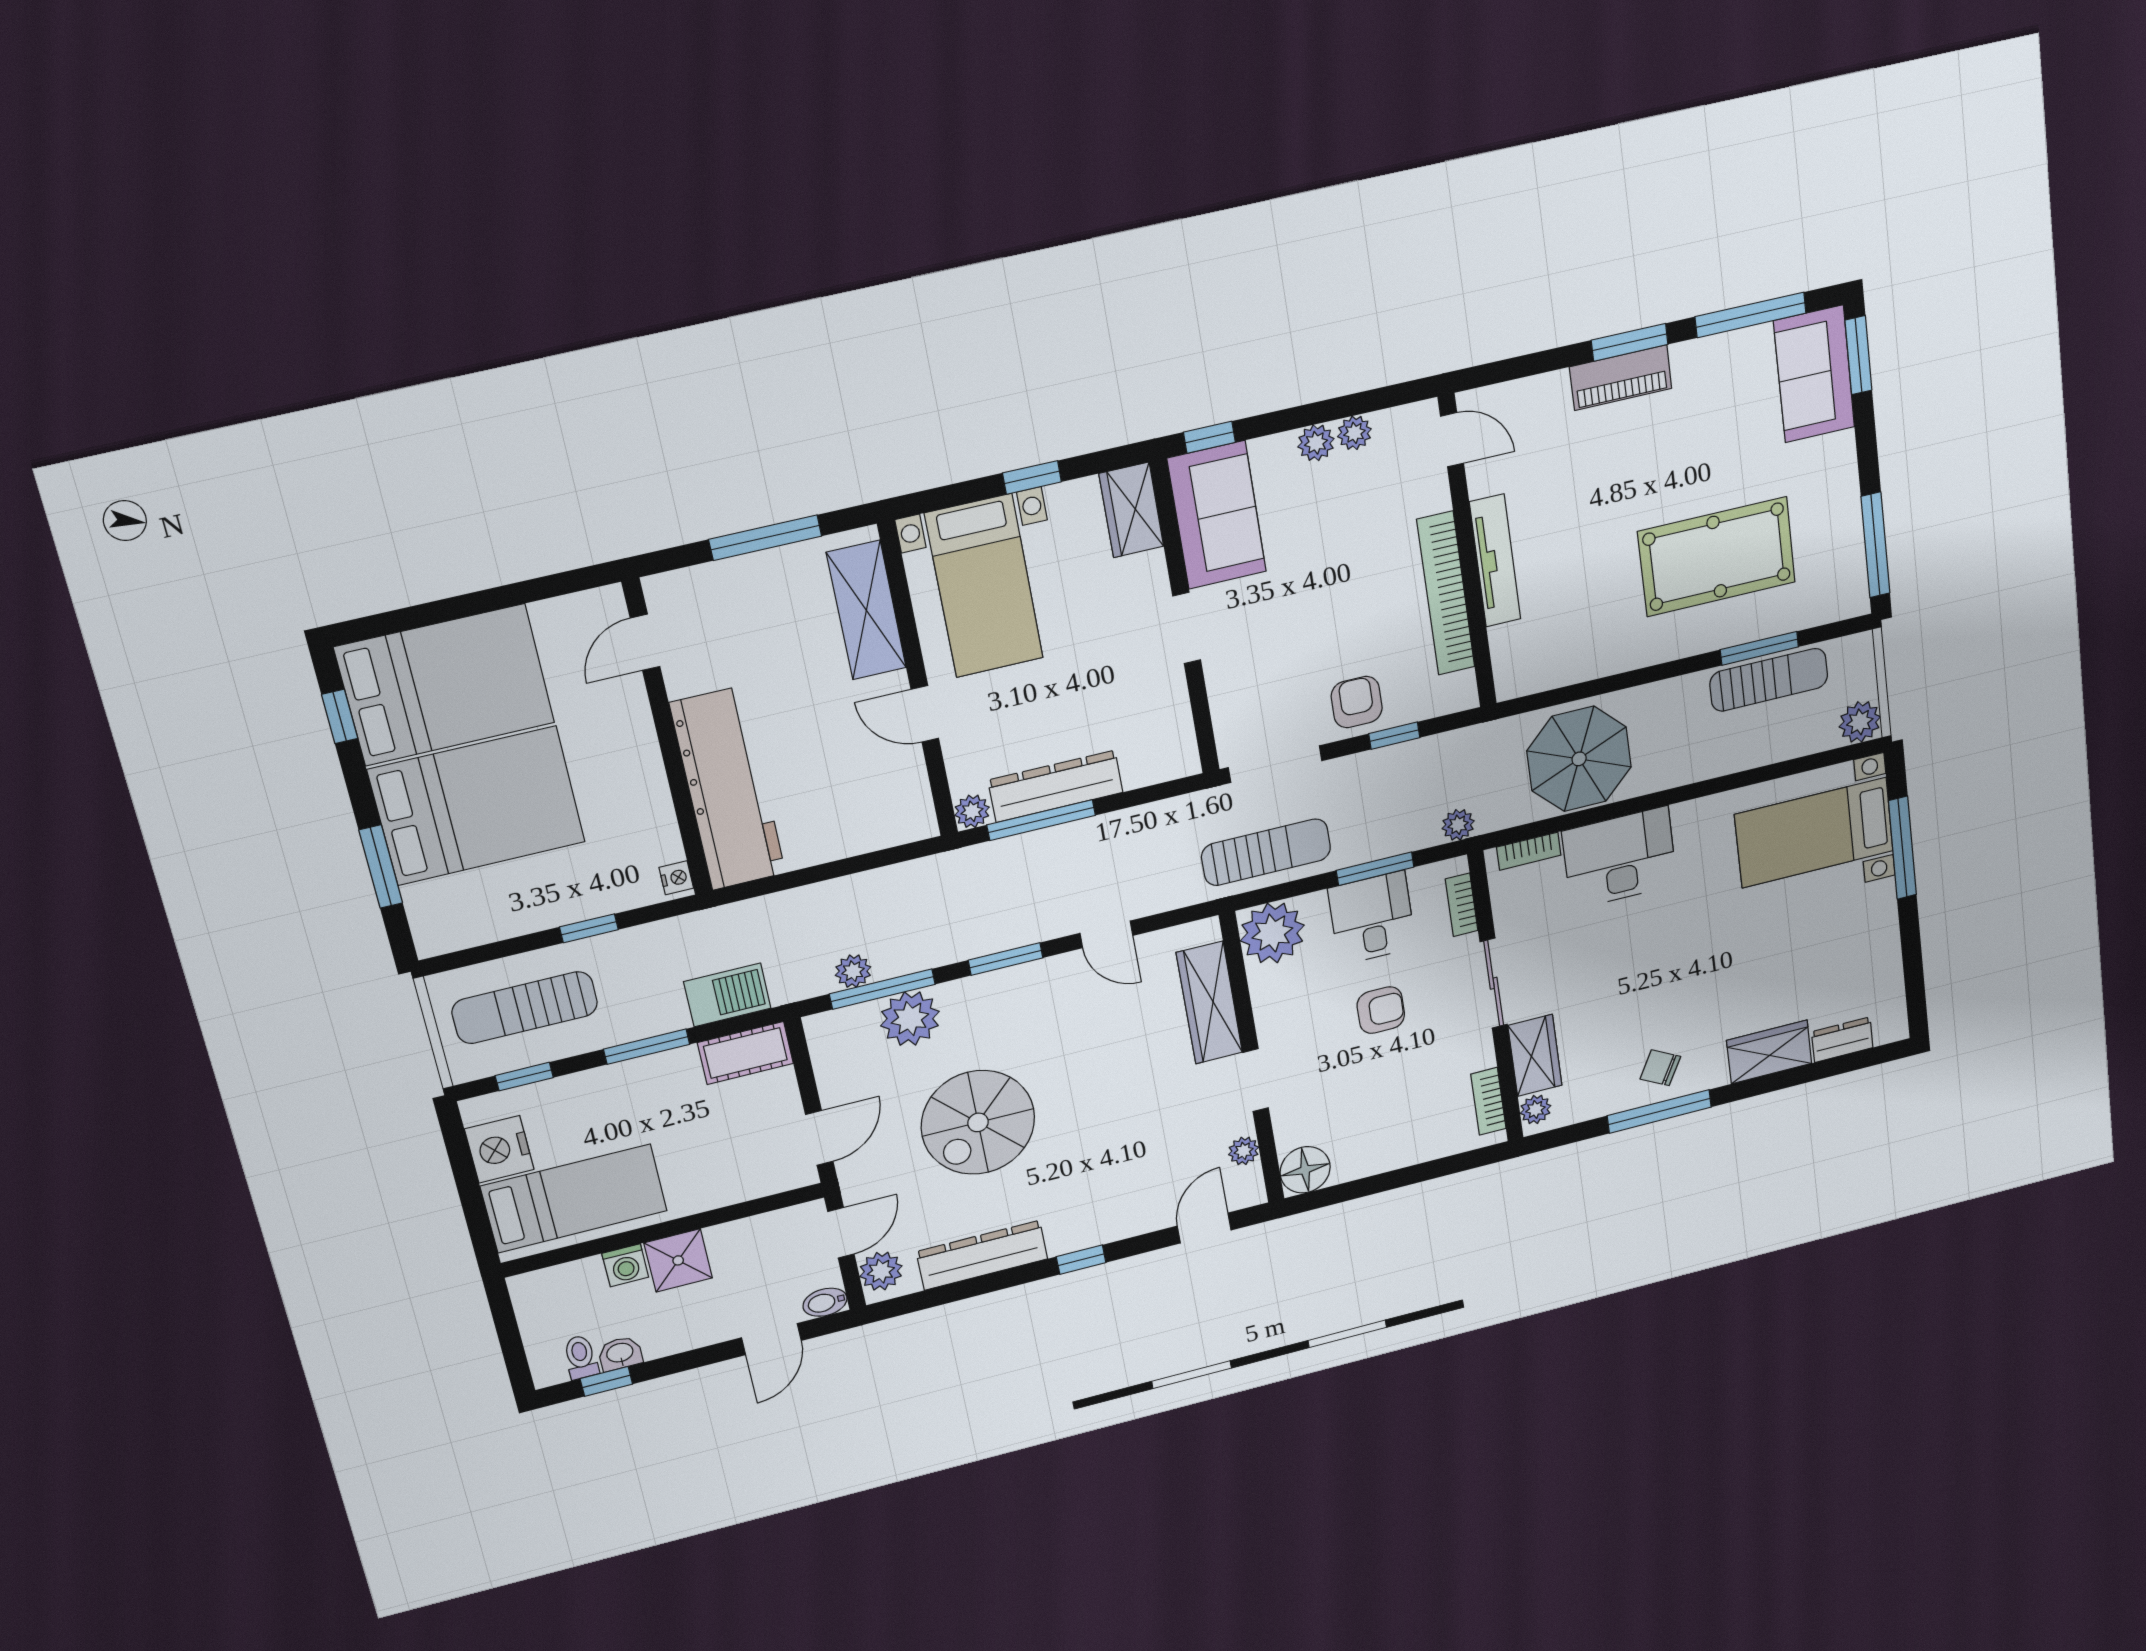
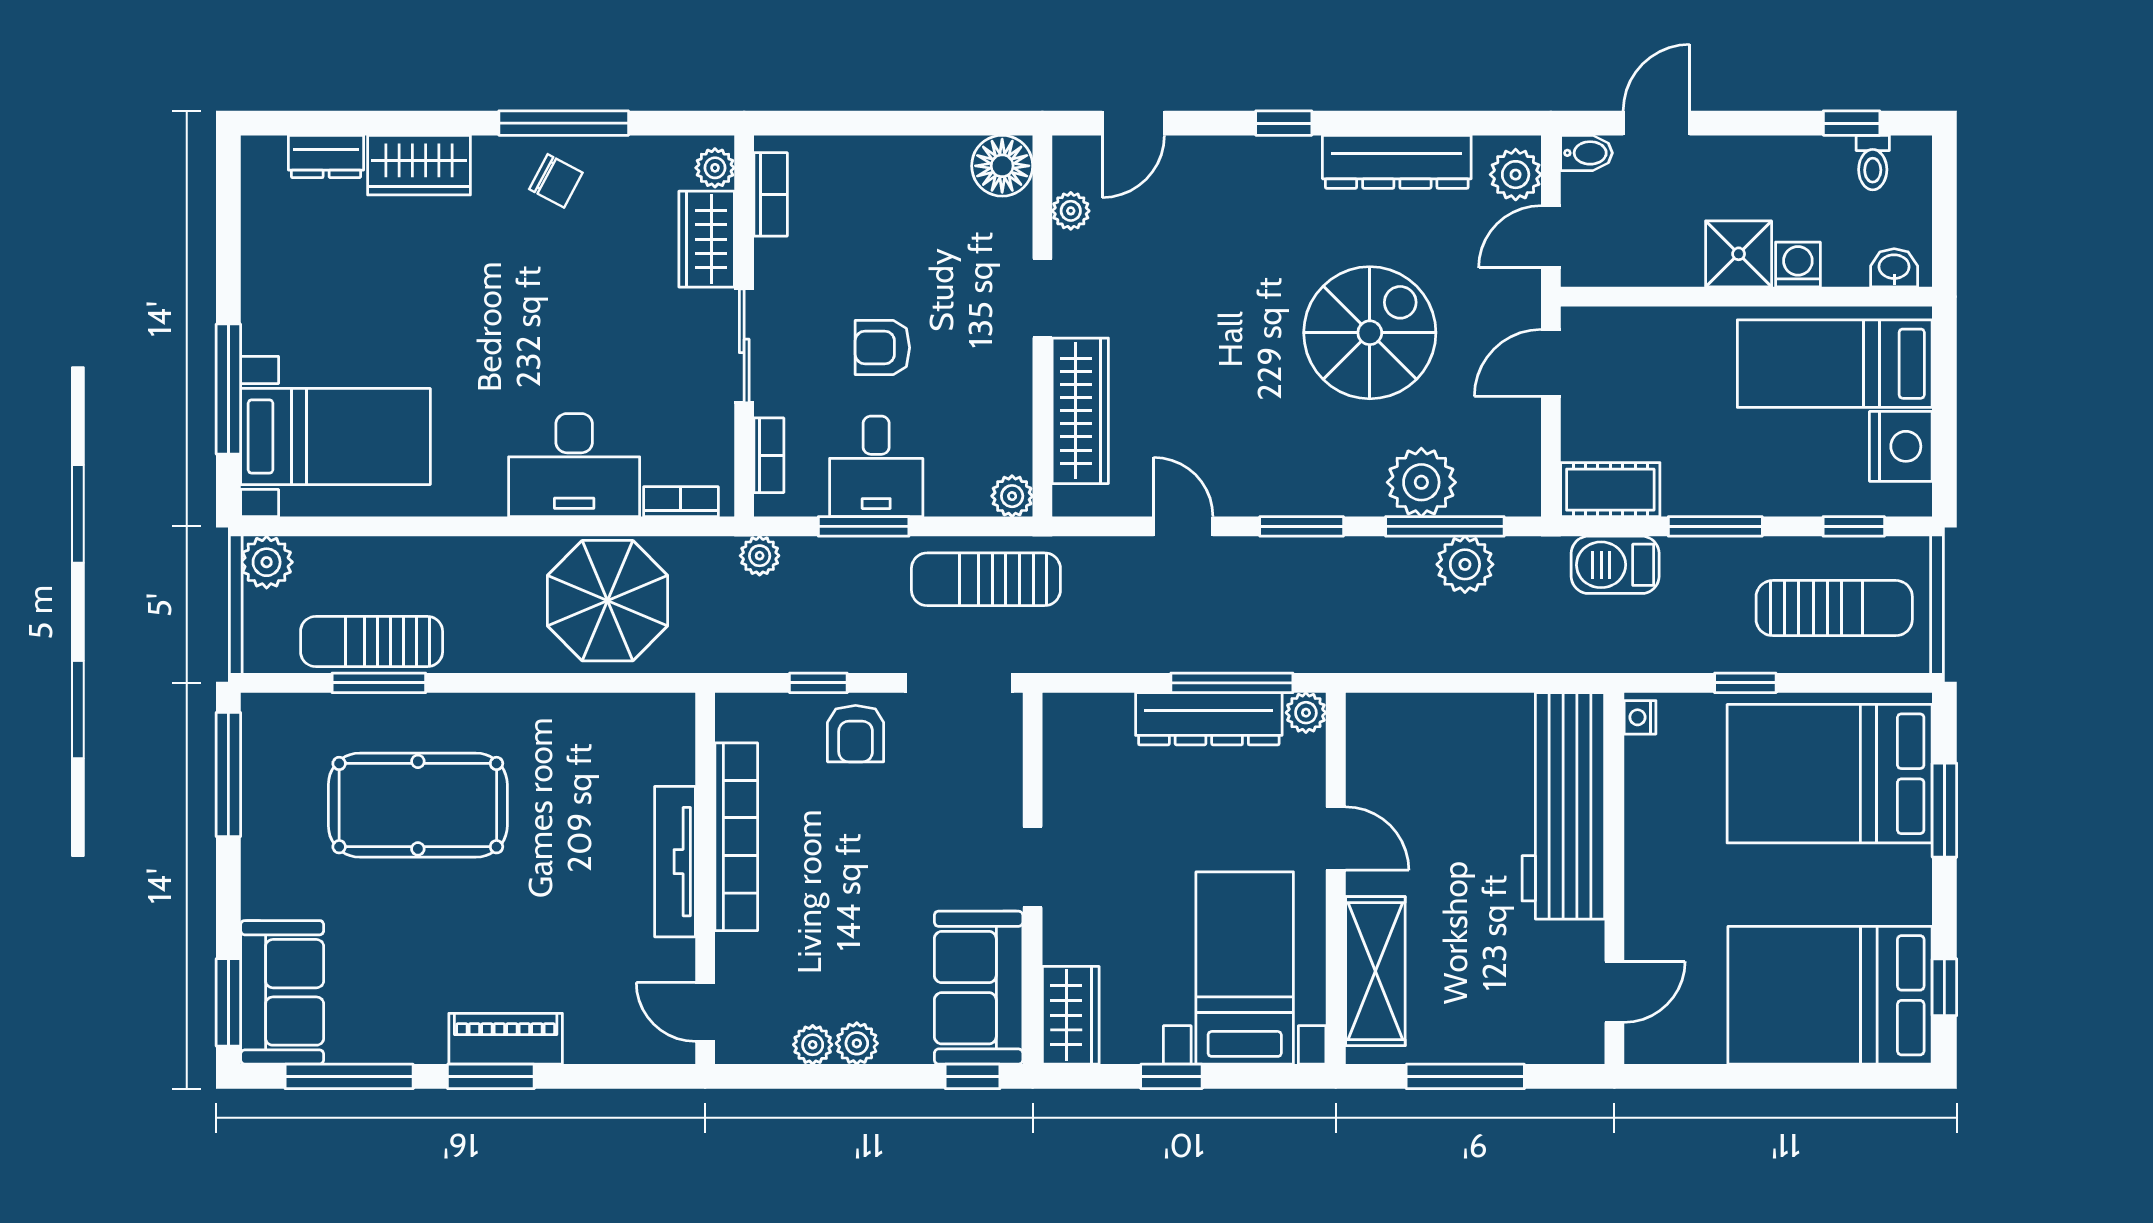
bed: (477, 806) -> (1830, 774), moved
plant: (1272, 933) -> (1012, 496), width x0.53, depth x0.53
plant: (853, 971) -> (1465, 564), width x1.38, depth x1.38
washbasin: (620, 1354) -> (1894, 268), moved, turned 180

